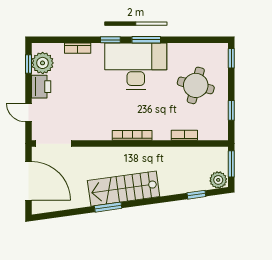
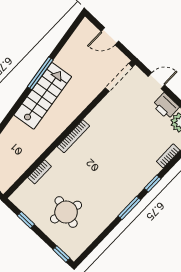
desk: (136, 66) -> (118, 184), removed
door: (29, 181) -> (110, 36), width x0.53
window: (108, 207) -> (40, 73), width x1.44

